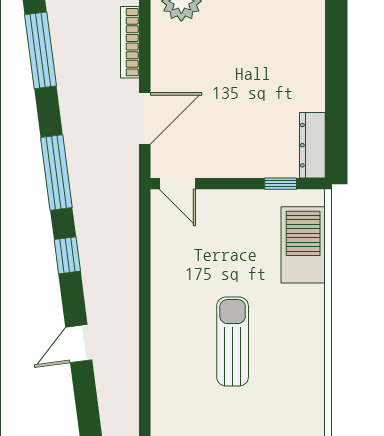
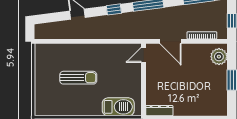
window: (281, 184) -> (143, 98), removed

